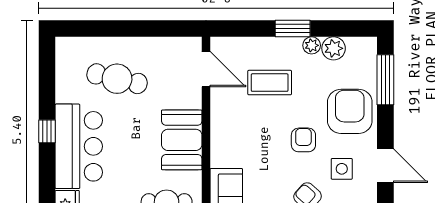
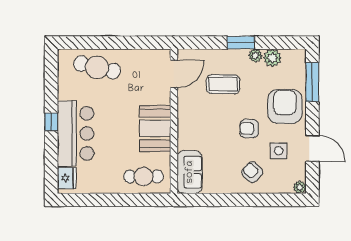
door: (206, 69) -> (174, 74), hinge flipped
cafe table: (117, 79) -> (97, 67), moved
armchair: (303, 140) -> (249, 129), turned -90

